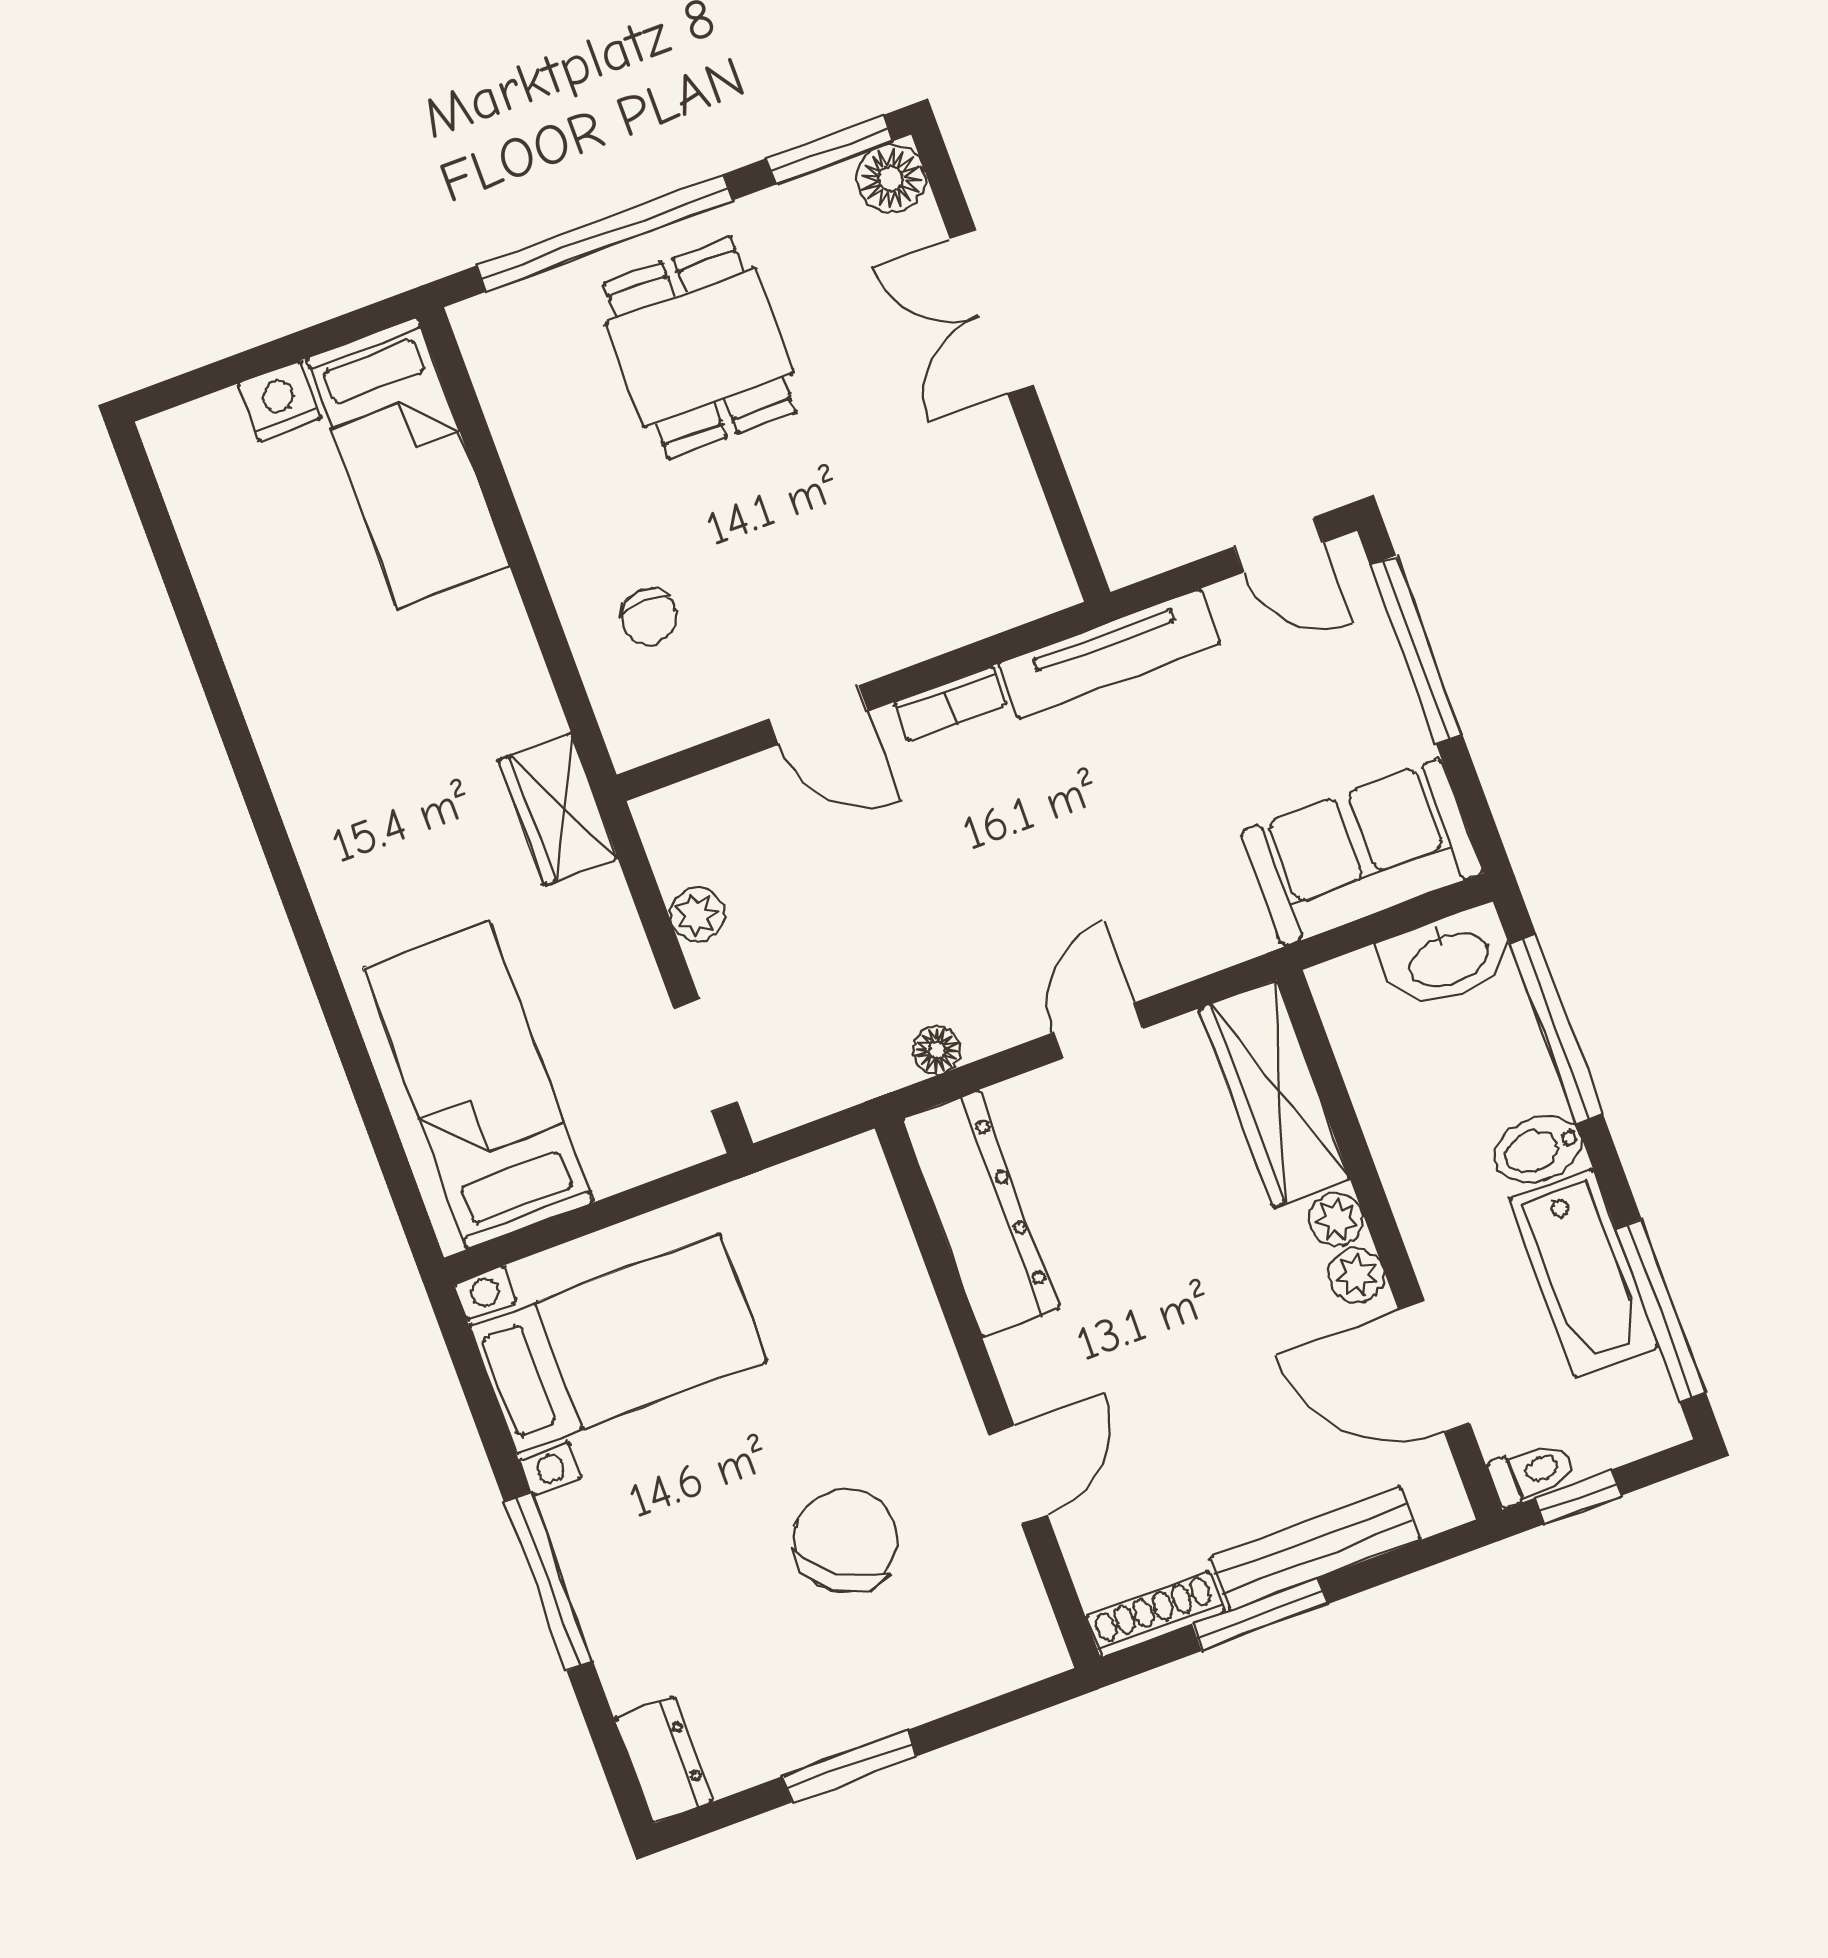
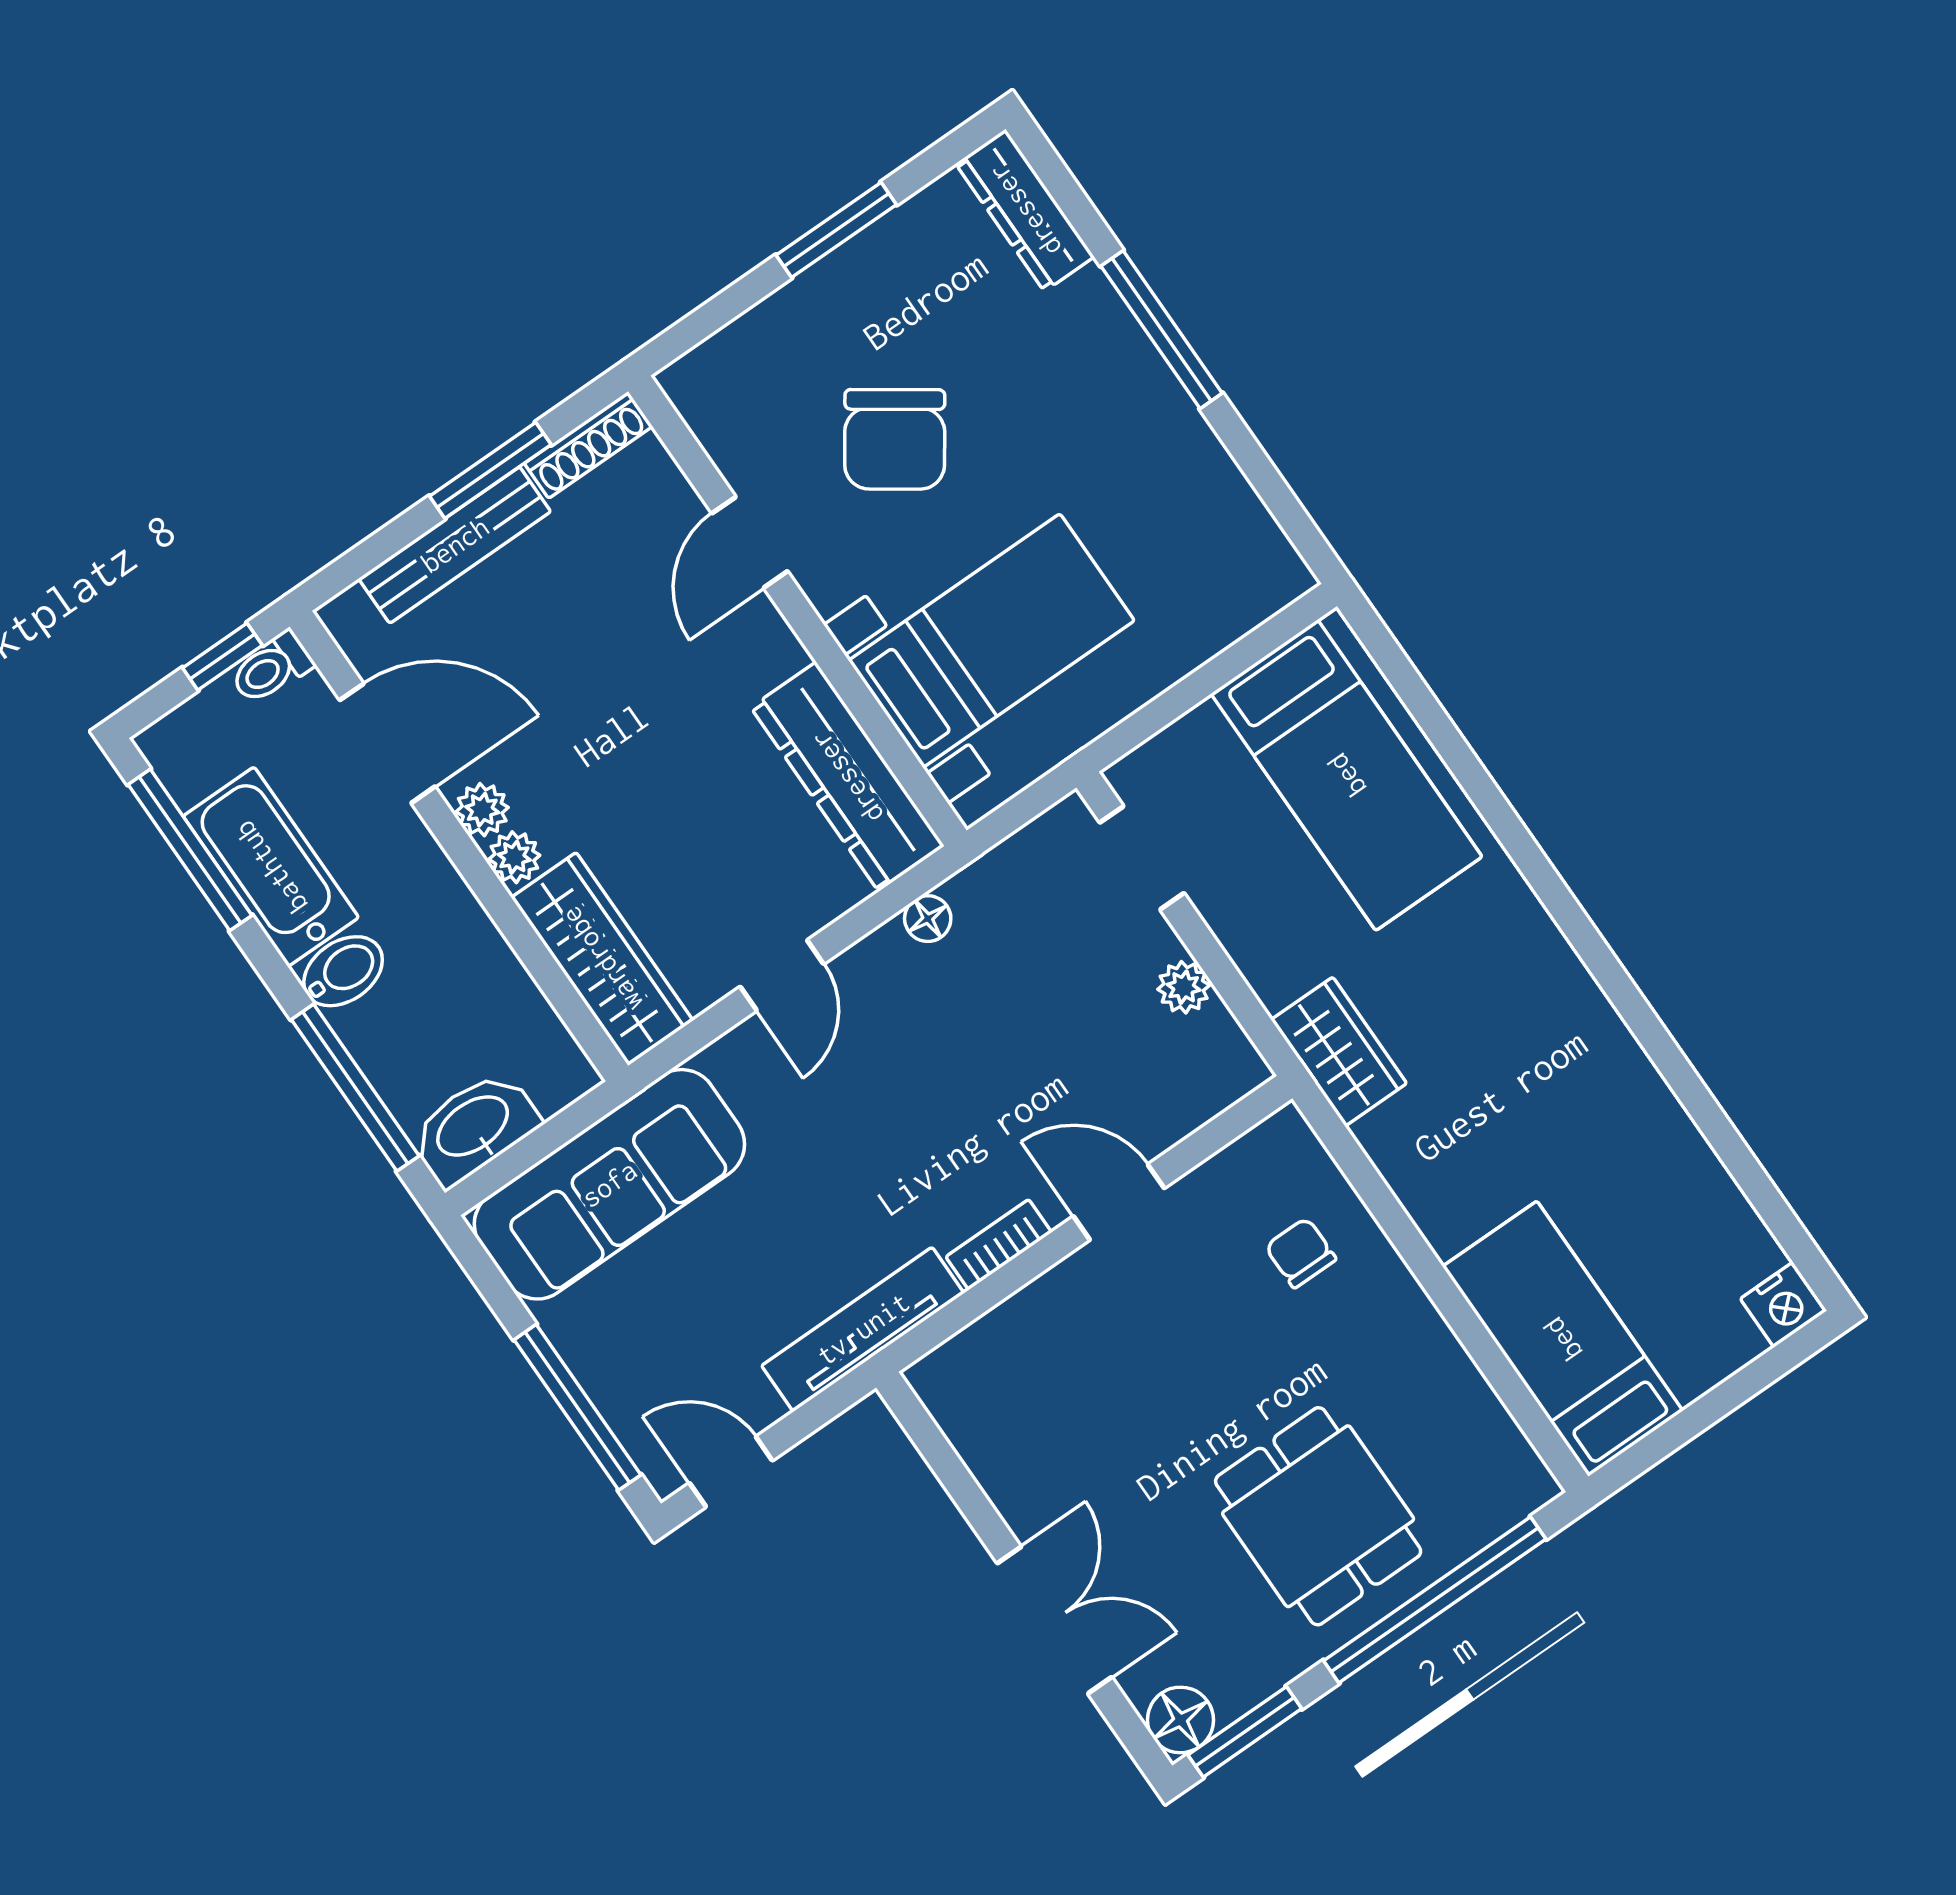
nightstand: (279, 401) -> (1783, 1305), moved
sofa: (1362, 852) -> (609, 1184), width x1.36
bed with nightstands: (618, 1344) -> (991, 641), moved, turned 180
dresser: (663, 1760) -> (1025, 210), width x1.44

